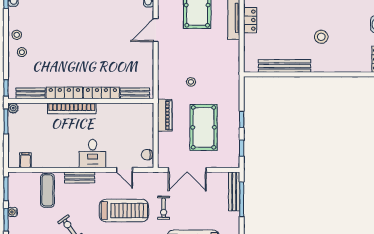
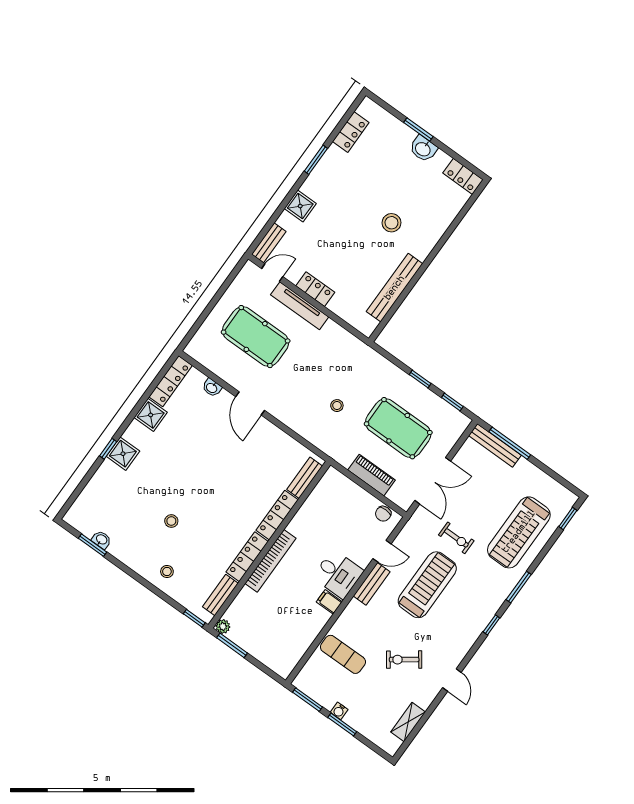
stool: (17, 35) -> (171, 521), moved
piano: (165, 115) -> (371, 475), moved
filing cabinet: (25, 160) -> (329, 602), moved
bench: (80, 177) -> (372, 584), moved

